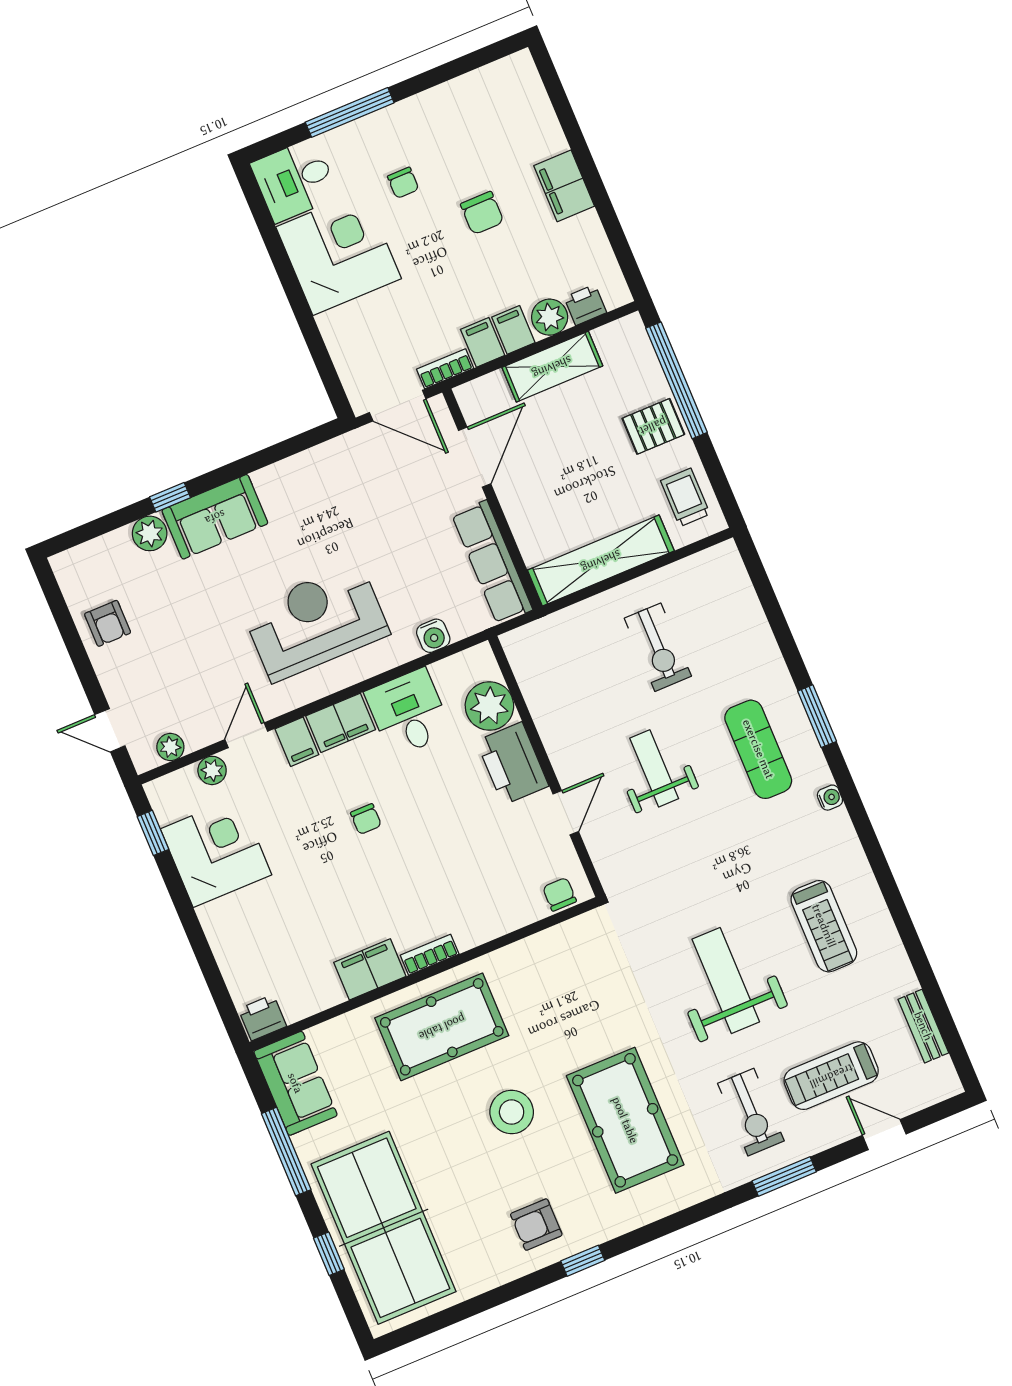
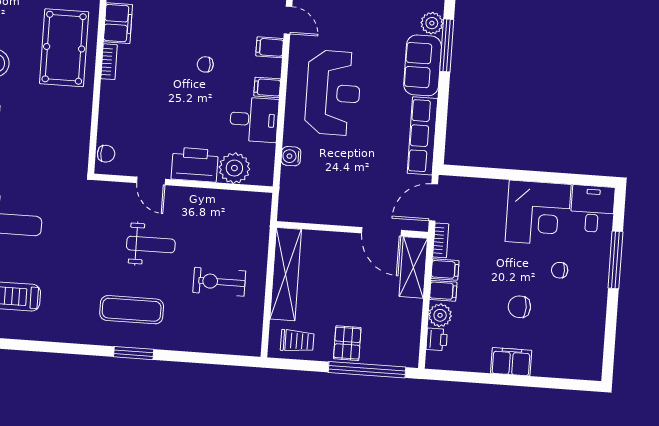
shelving: (552, 367) -> (413, 267), moved
window: (170, 497) -> (447, 45), width x2.17
row of seats: (492, 562) -> (422, 136), moved, turned -90
filing cabinet: (341, 723) -> (267, 87), width x0.50
water cooler: (830, 798) -> (83, 337), removed

